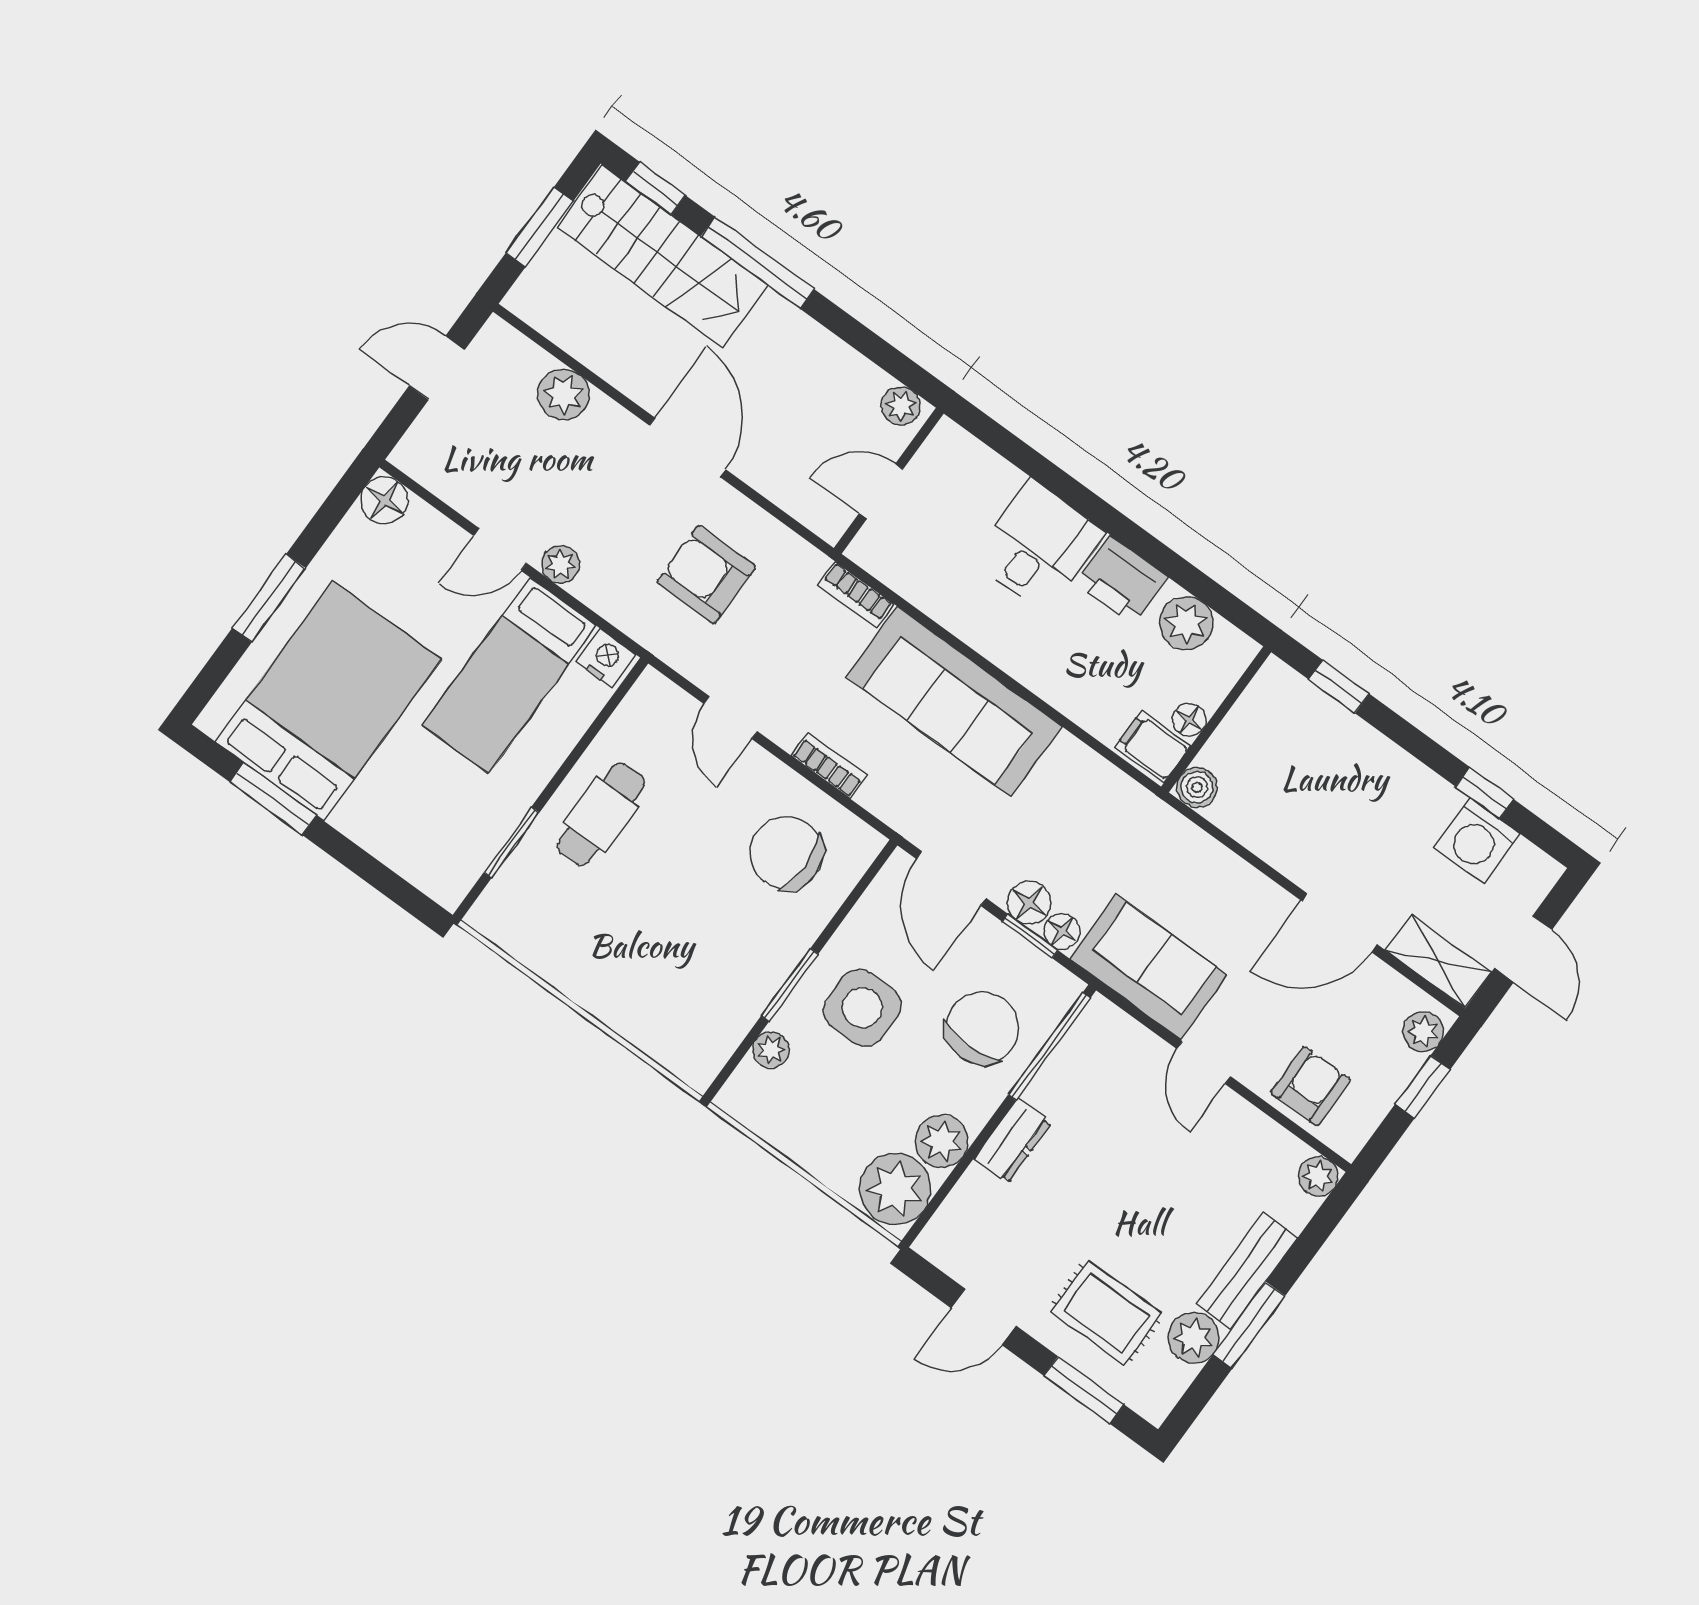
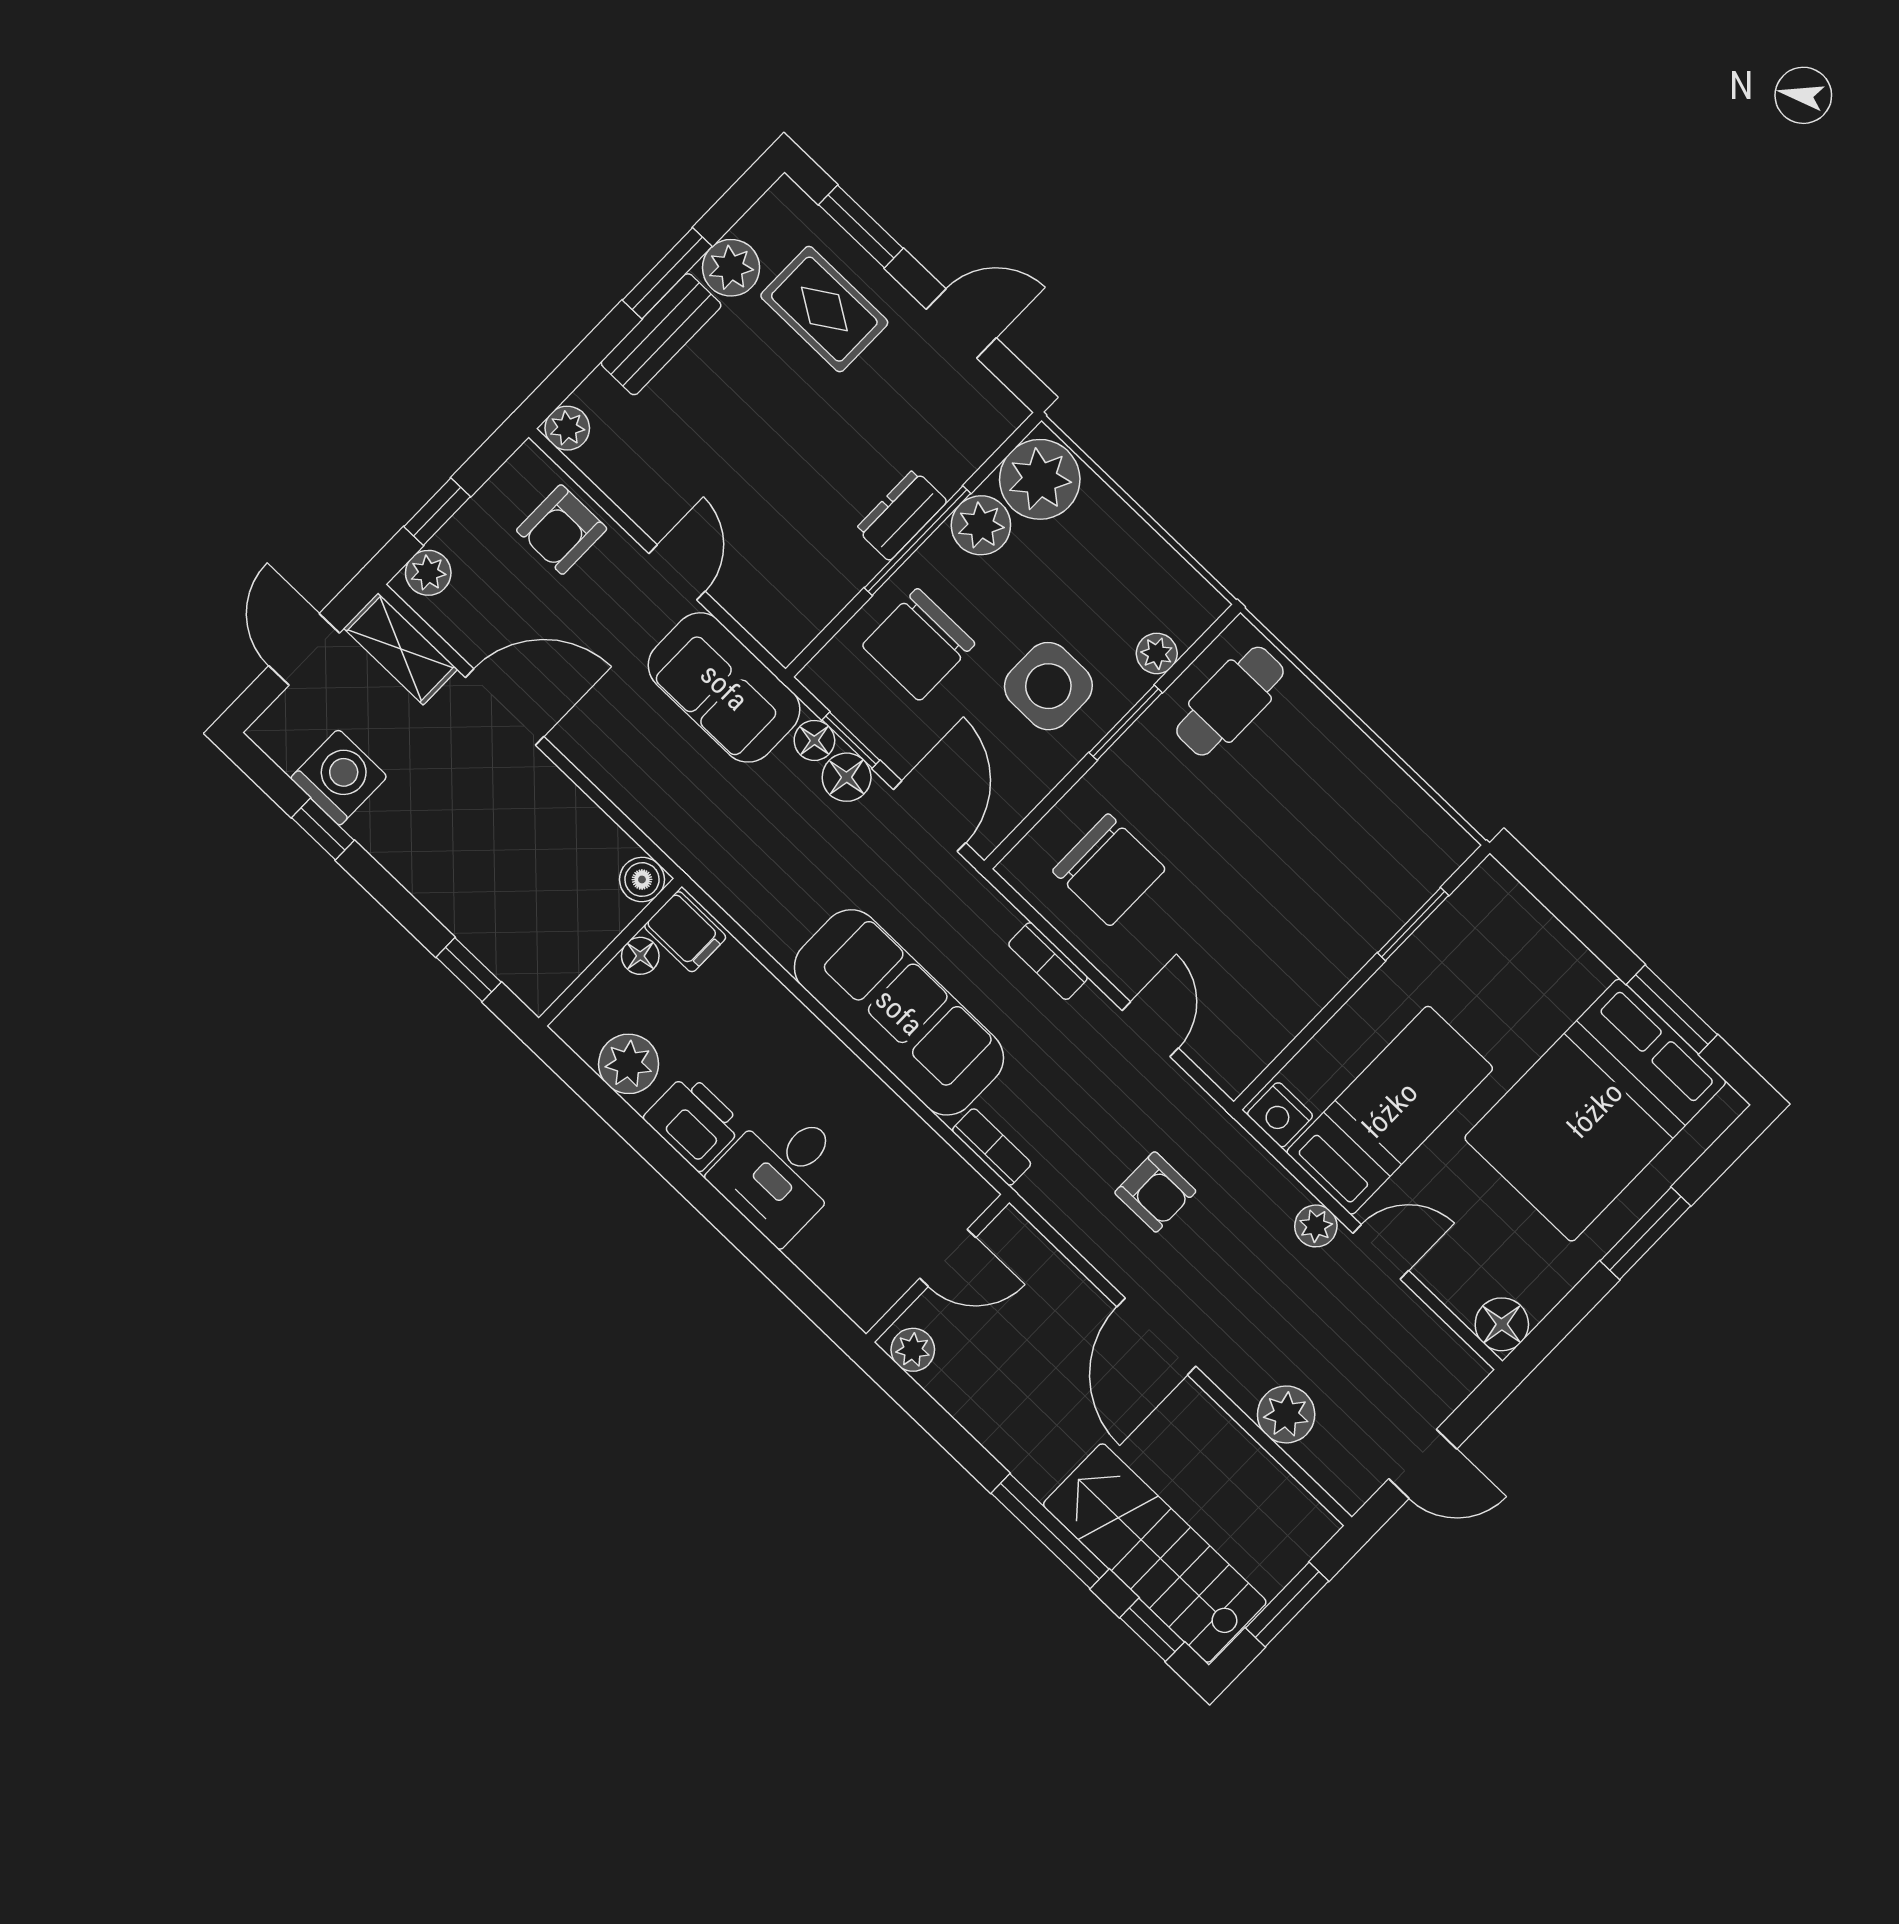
armchair: (706, 575) -> (1155, 1192), width x0.72, depth x0.72
cafe table: (601, 814) -> (1230, 701), moved
window: (1049, 1046) -> (917, 541), moved

